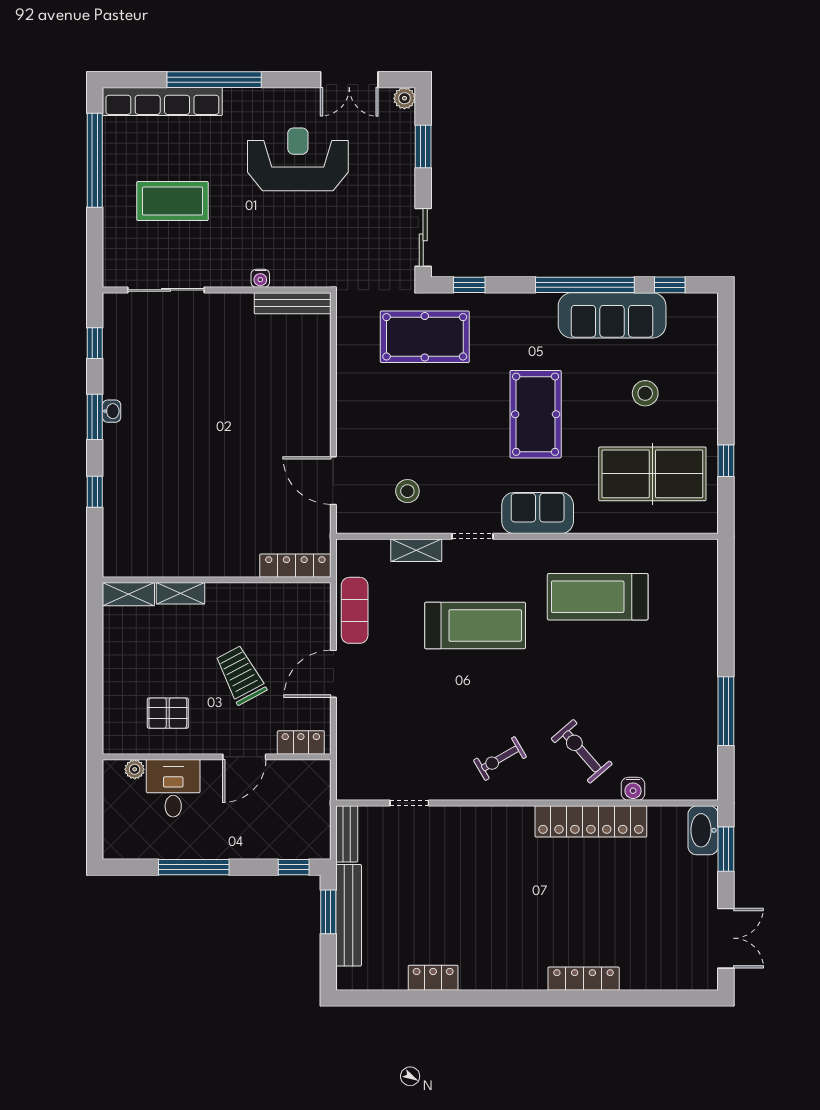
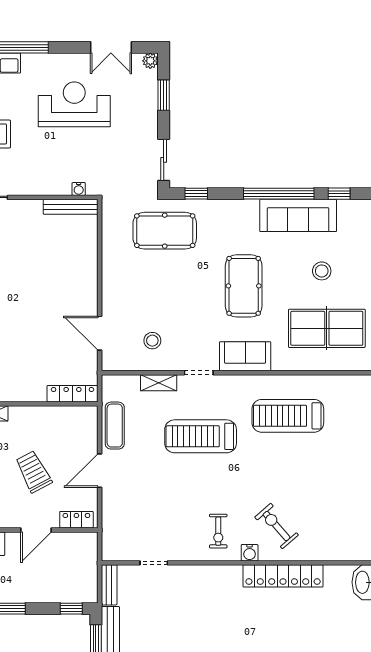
water cooler: (260, 278) -> (79, 189), moved
treadmill: (475, 625) -> (201, 436), turned 180
exercise bike: (500, 759) -> (218, 531), turned -60
water cooler: (633, 789) -> (250, 553), moved

